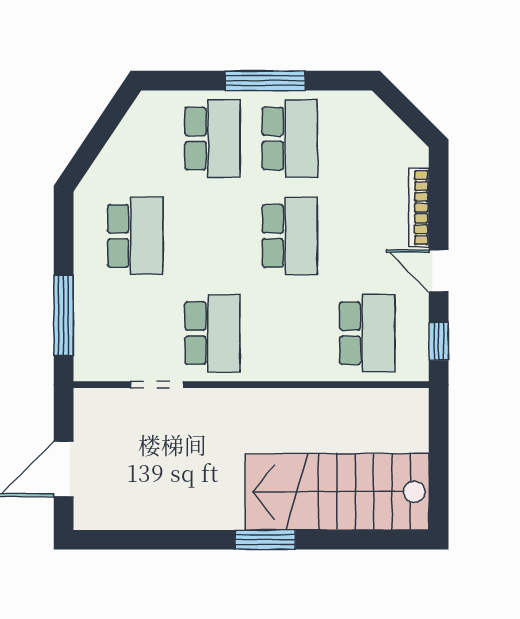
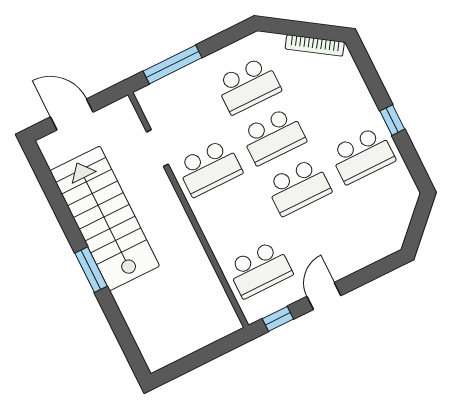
window: (265, 81) -> (392, 120), width x0.46
school desk: (212, 139) -> (273, 136), moved
bookcase: (419, 208) -> (315, 45), moved, turned -146
stairs: (337, 492) -> (105, 218), moved

